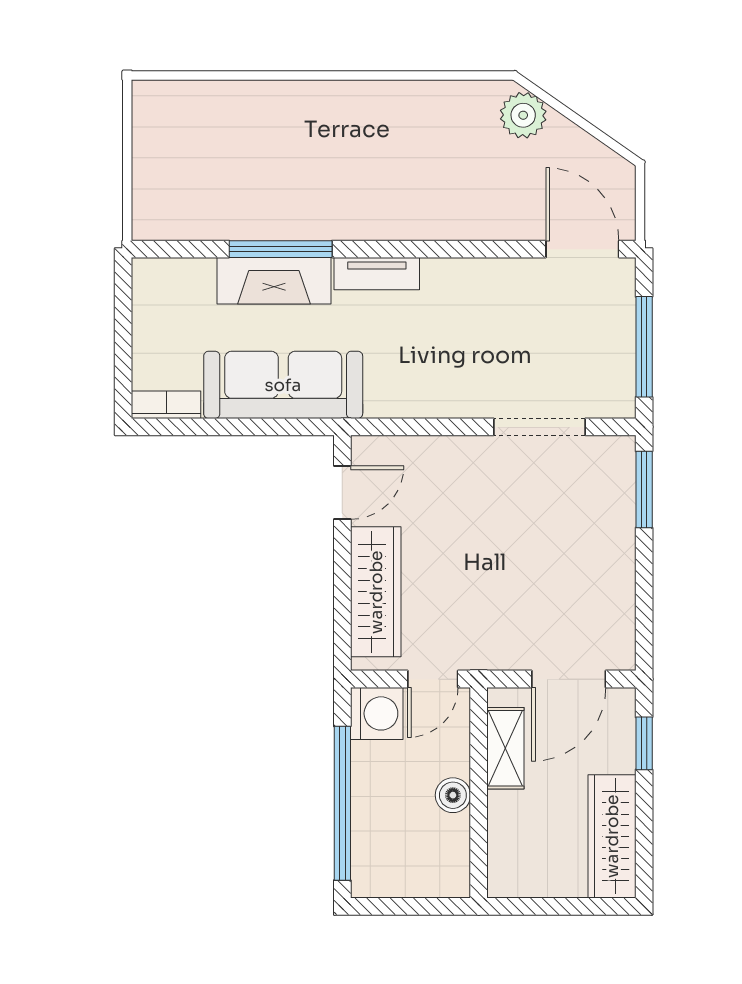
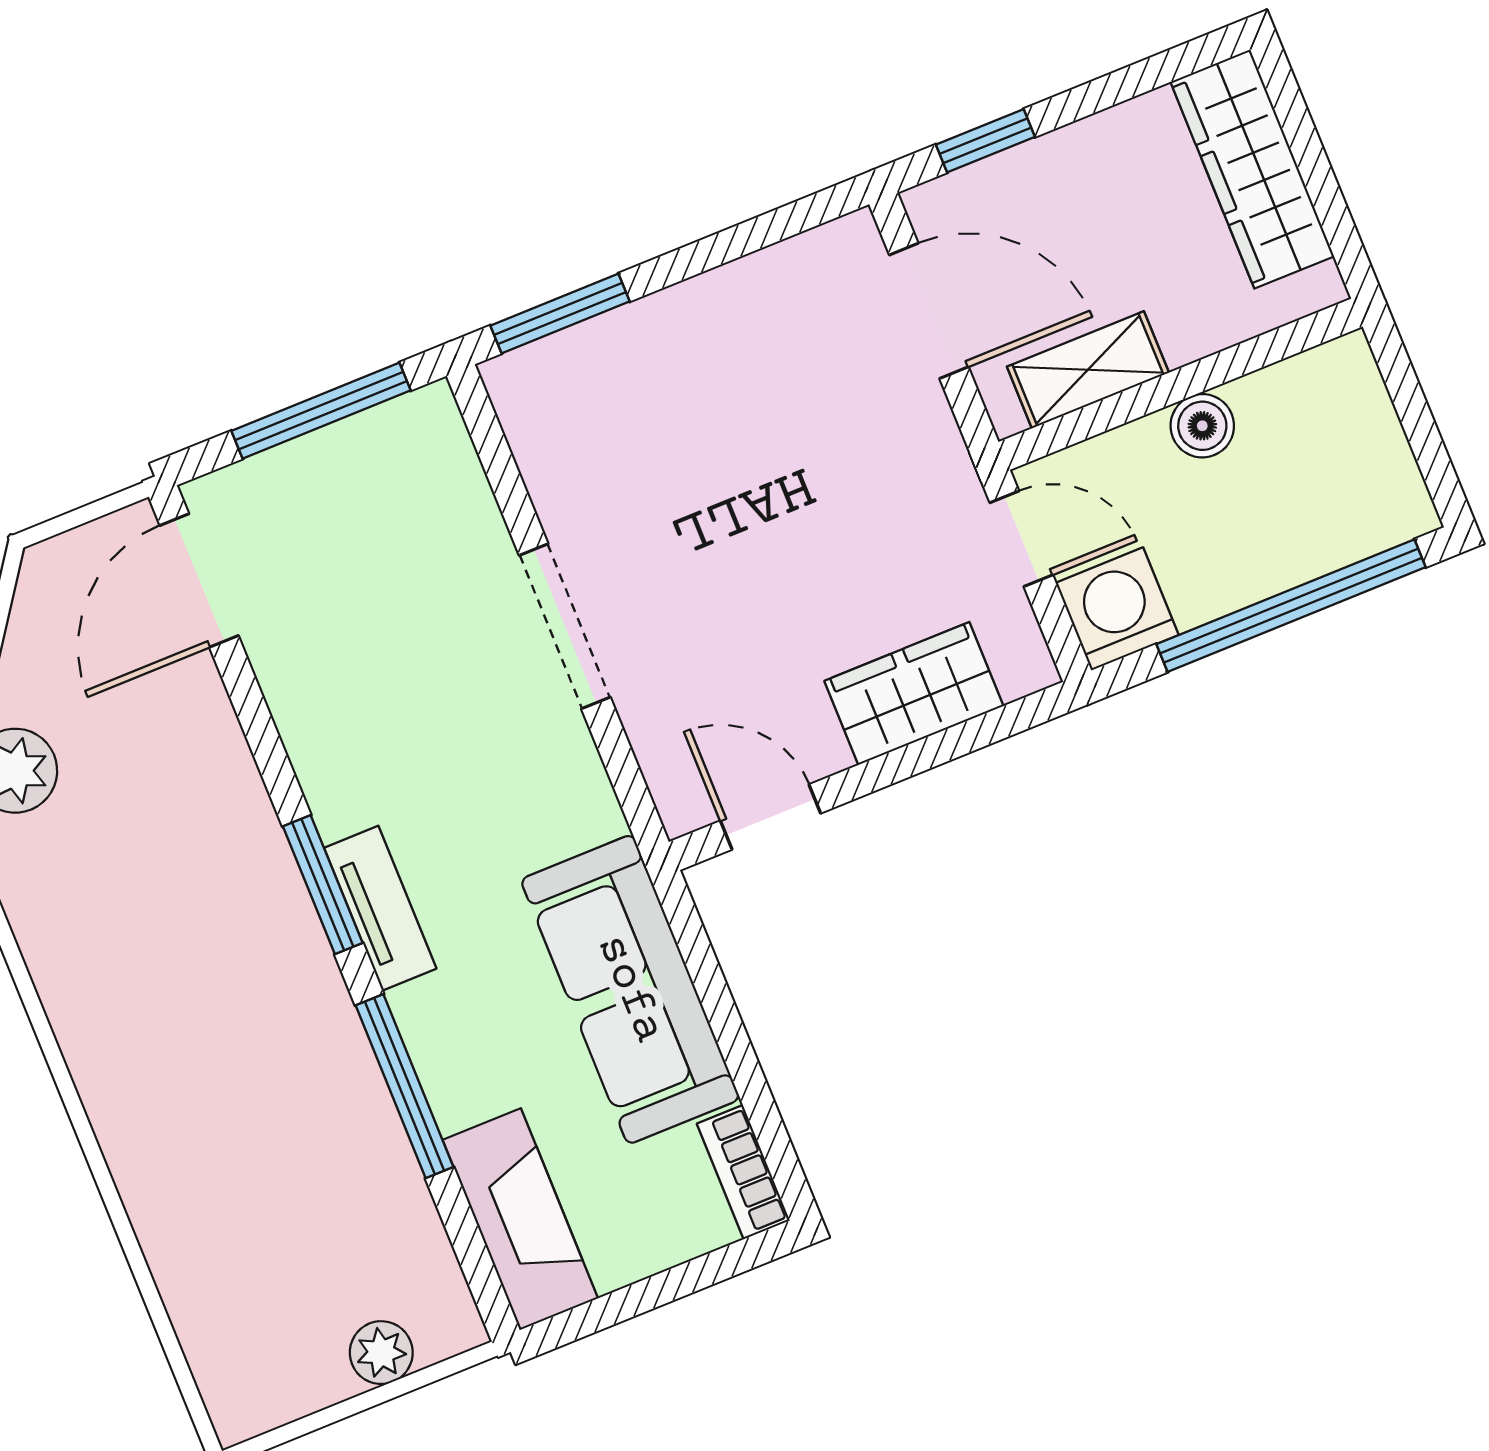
plant: (149, 182) -> (381, 1353), added
window: (401, 249) -> (323, 885), added
fireplace: (274, 281) -> (520, 1219), moved
doorway: (539, 427) -> (565, 626), moved
wardrobe: (376, 592) -> (914, 694), width x0.67
wardrobe: (612, 836) -> (1252, 169), moved, turned 90

